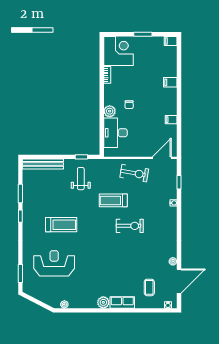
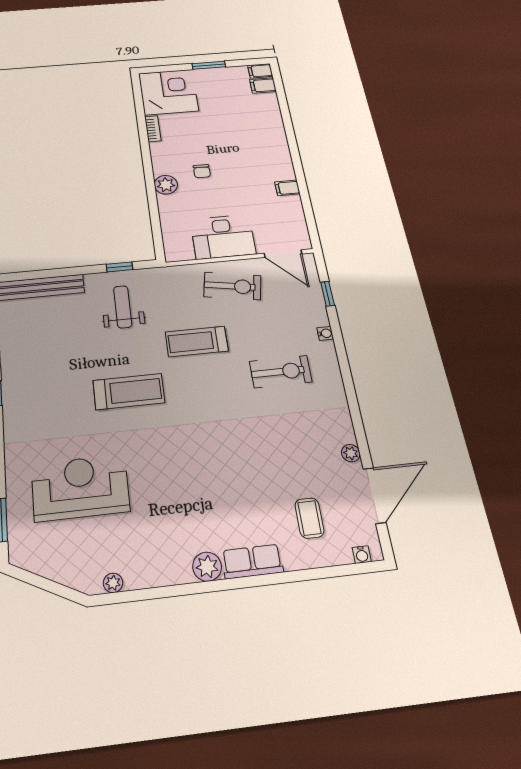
filing cabinet: (170, 82) -> (263, 86), moved
desk: (115, 133) -> (223, 237), moved, turned -90
door: (162, 158) -> (283, 254), swing flipped
treadmill: (61, 225) -> (129, 392), moved
exercise bike: (130, 226) -> (281, 372), moved

